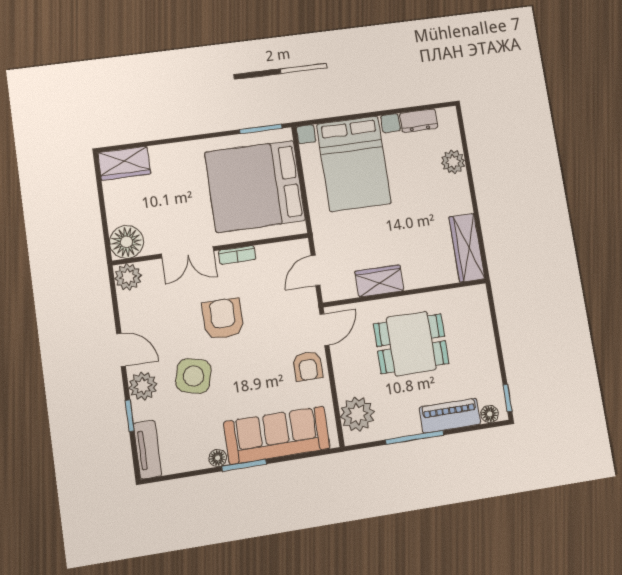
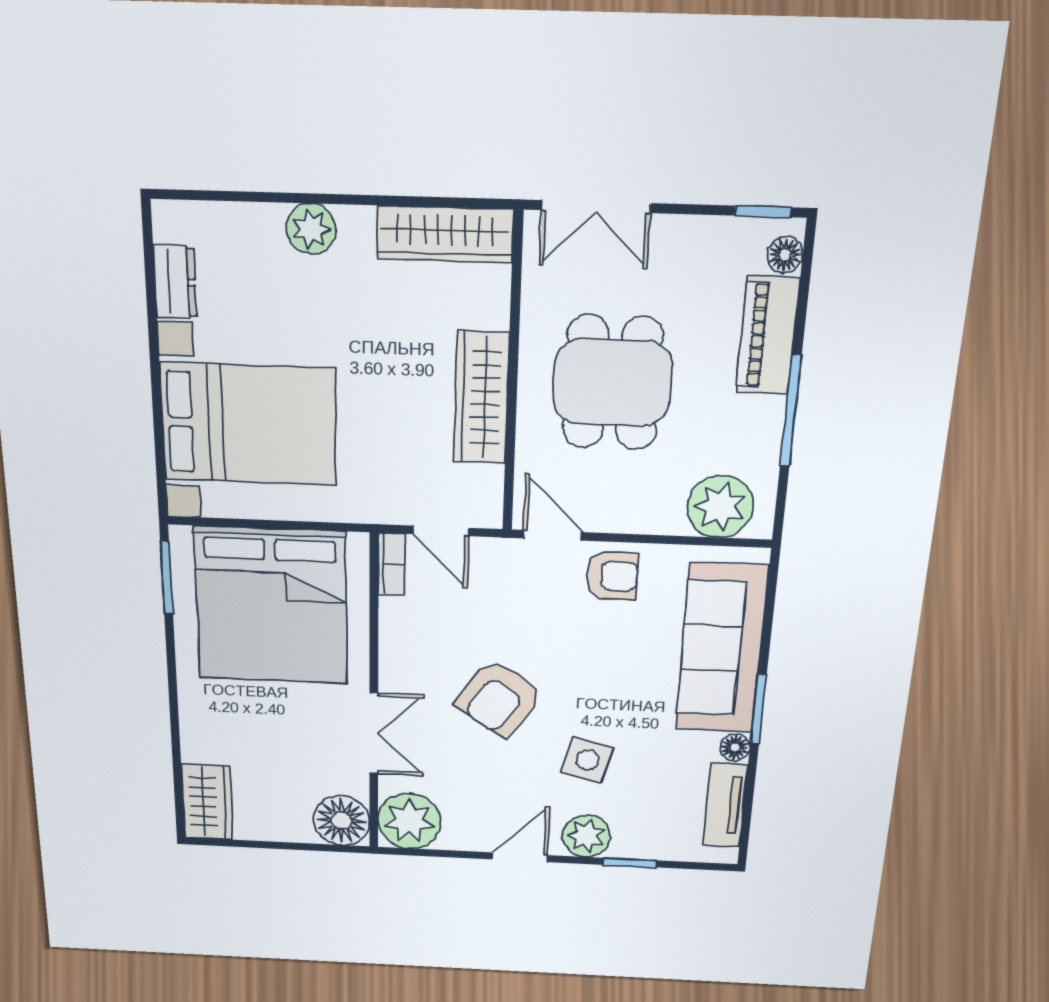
plant: (453, 162) -> (311, 229), moved
bookcase: (237, 255) -> (392, 564), moved
plant: (128, 277) -> (409, 821), width x1.36, depth x1.36
wardrobe: (379, 281) -> (481, 398), width x1.50
double door: (494, 318) -> (596, 207), added
armchair: (223, 319) -> (499, 698), turned -56
side table: (193, 376) -> (587, 760), width x0.73, depth x0.73
tv unit: (148, 450) -> (725, 805), moved, turned -90

